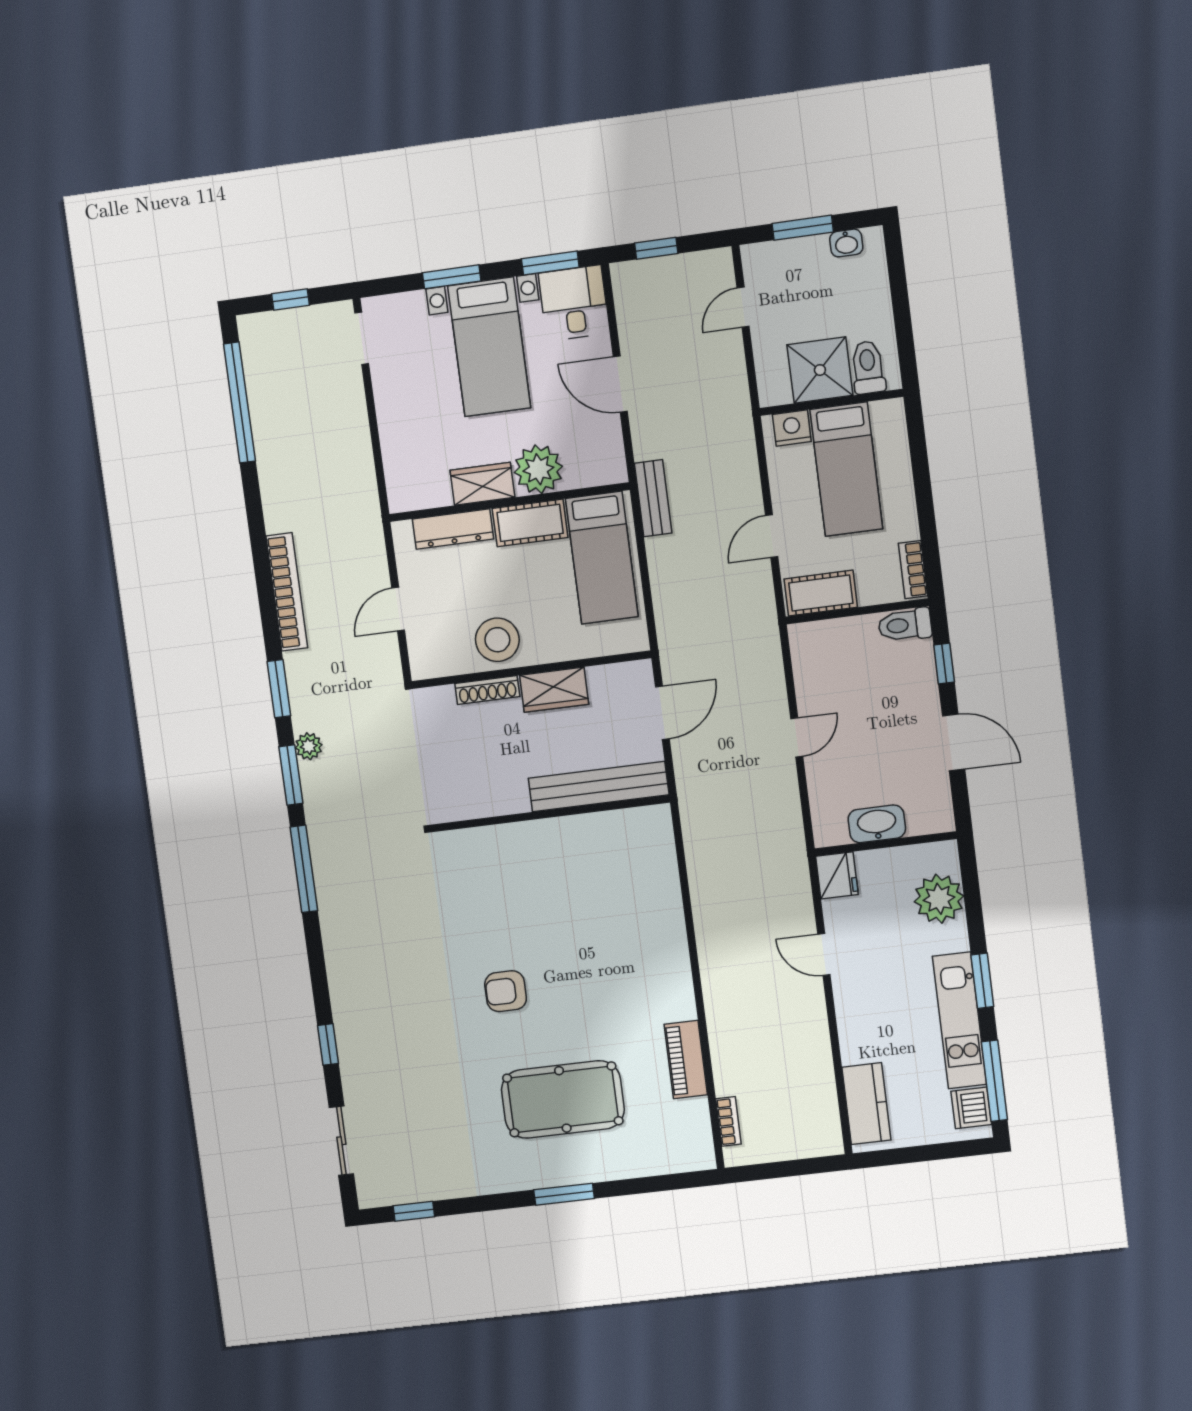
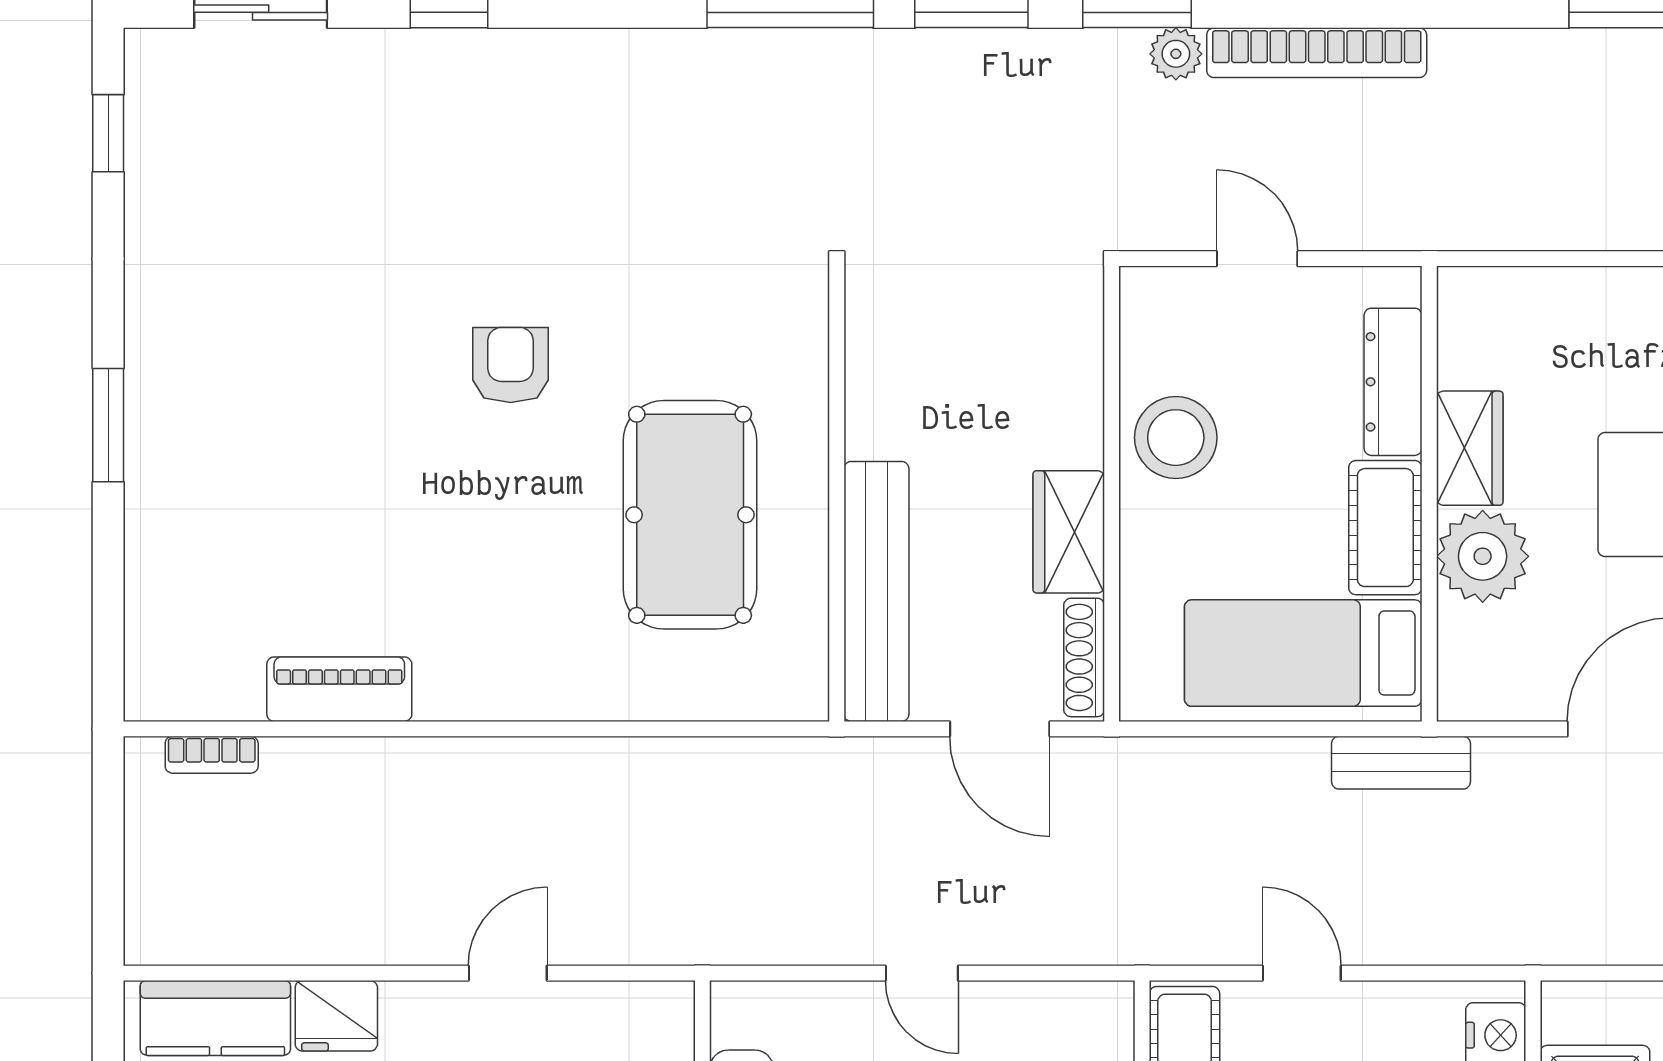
shoe rack: (487, 690) -> (1084, 657), moved
plant: (309, 746) -> (1176, 54), moved
fridge: (837, 875) -> (336, 1016), moved
pool table: (563, 1099) -> (690, 515), moved

